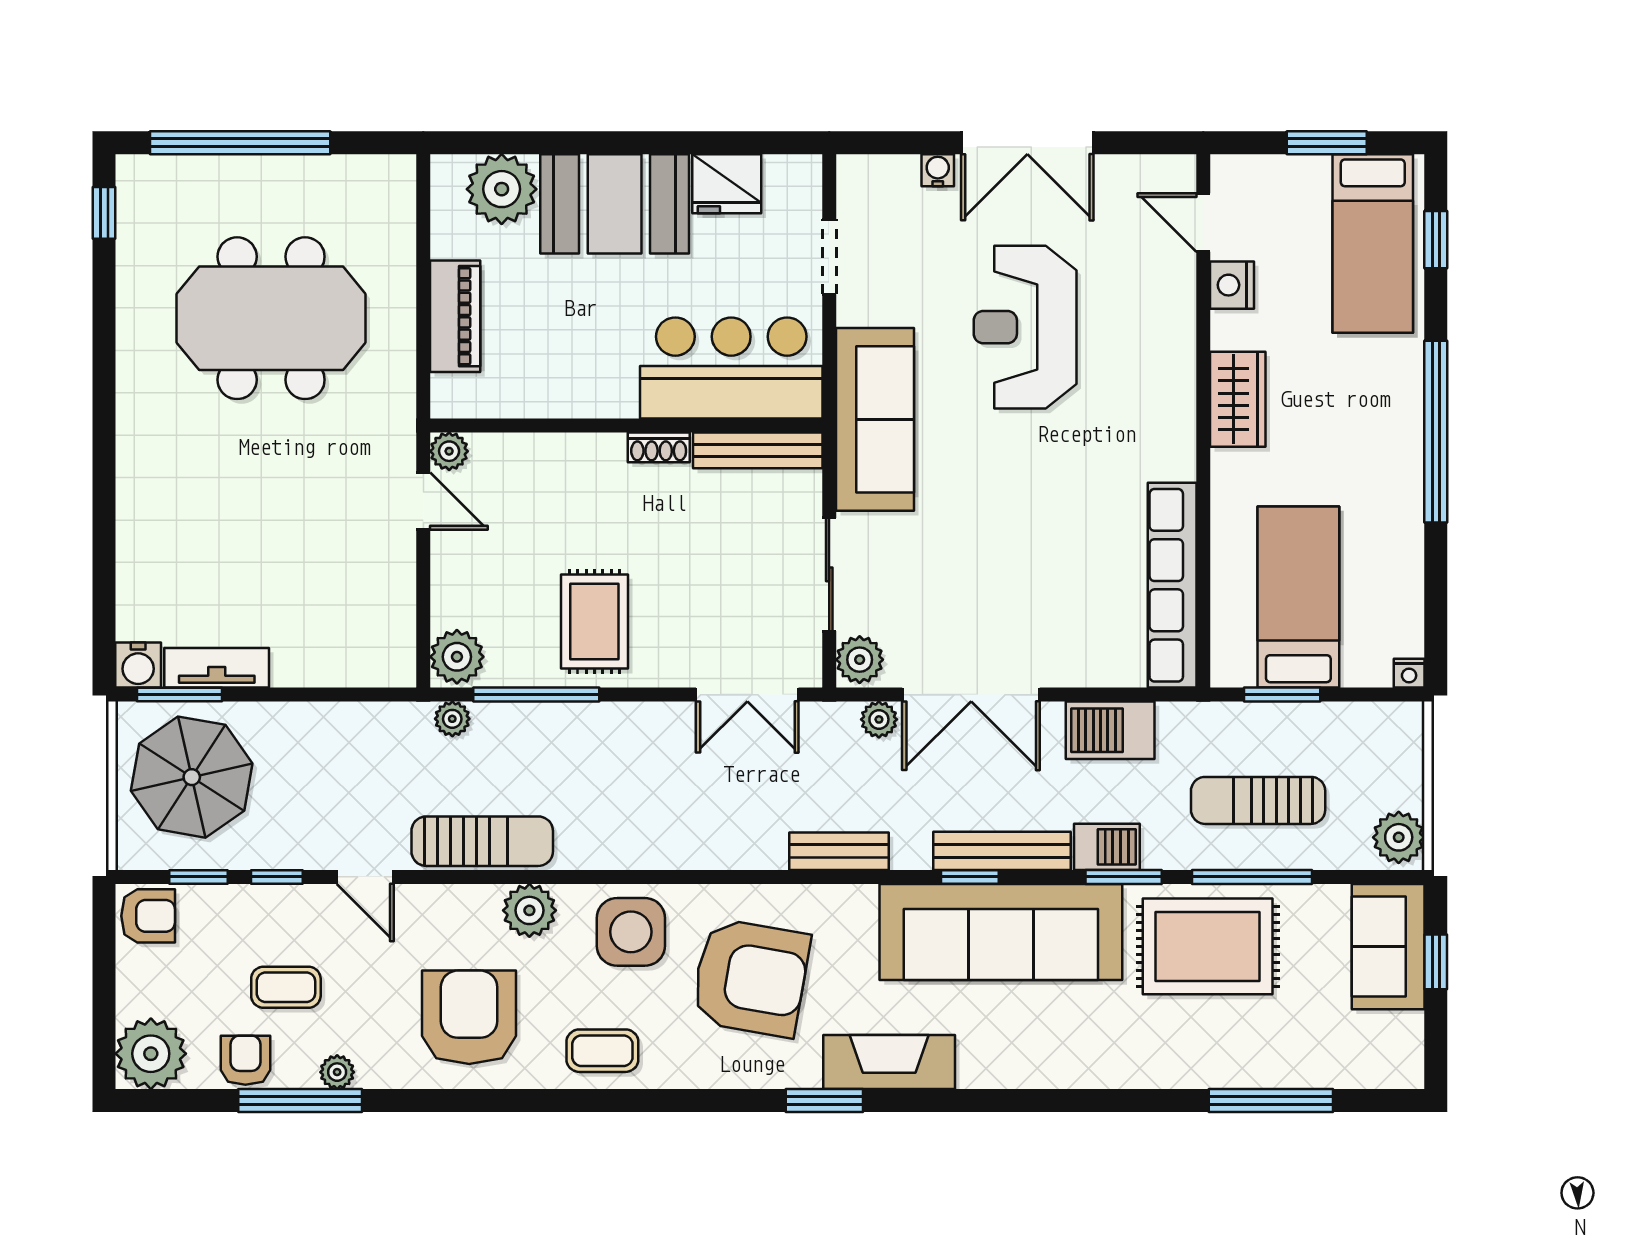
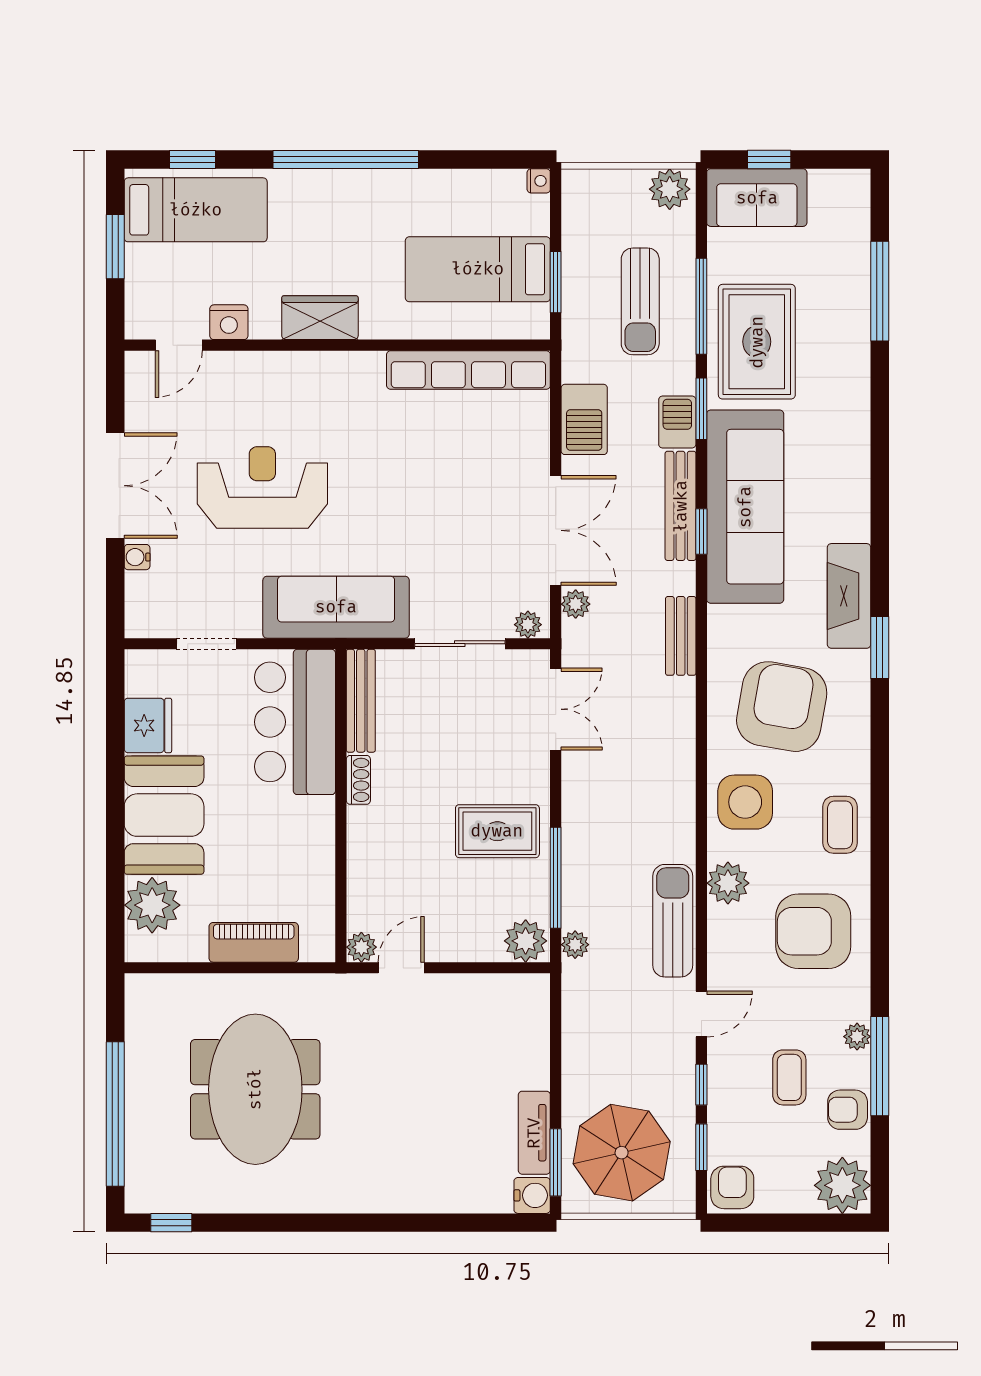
reception desk: (1025, 327) -> (262, 487), turned 180
plant: (860, 660) -> (528, 625), width x0.73, depth x0.73

